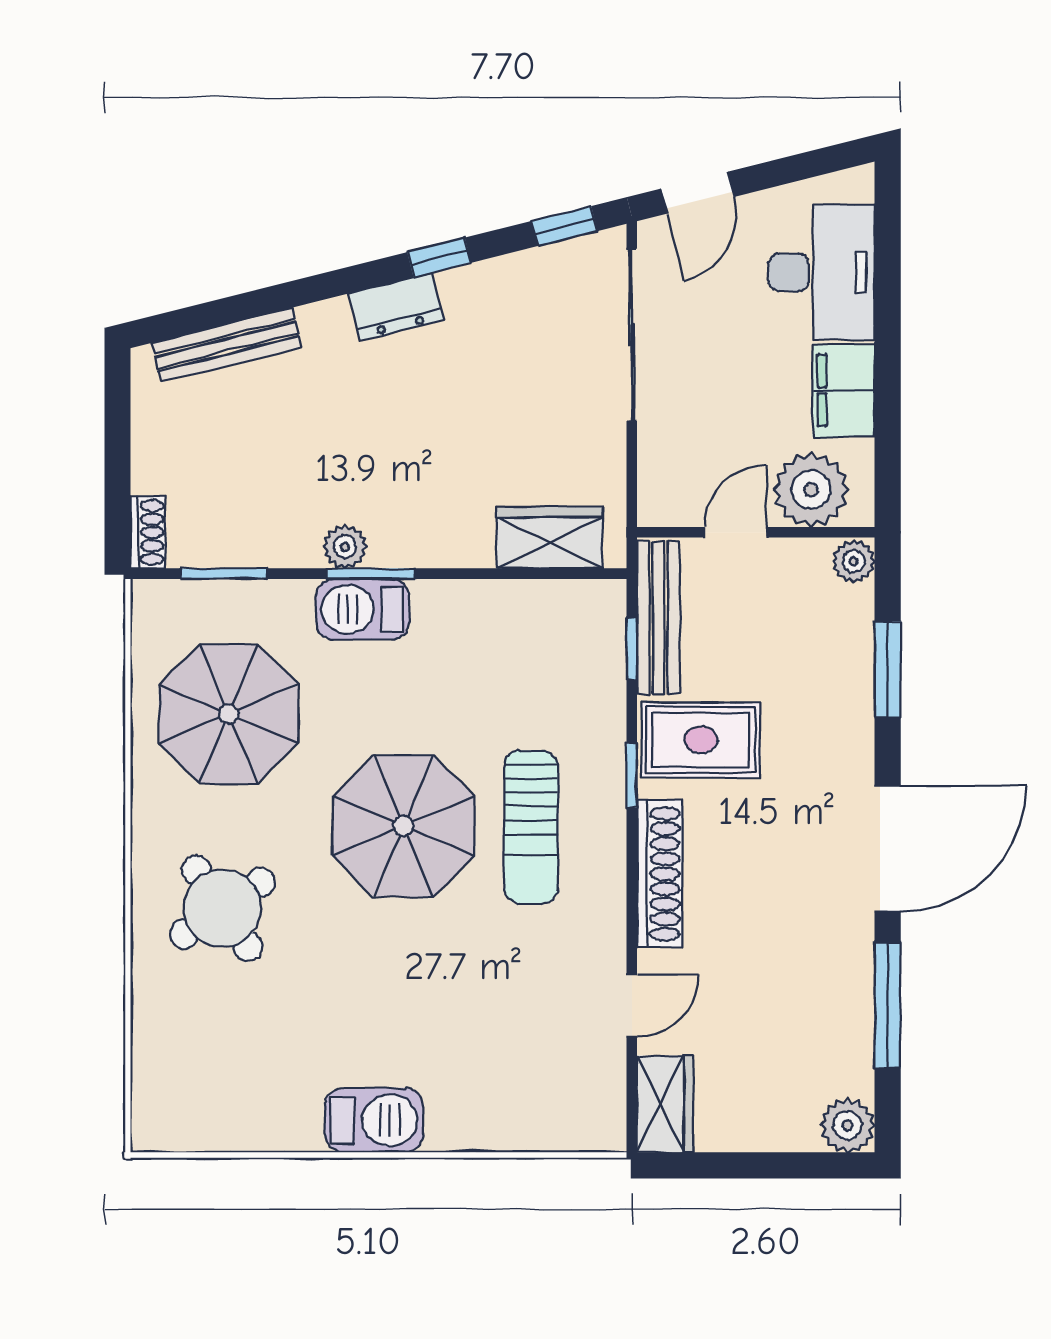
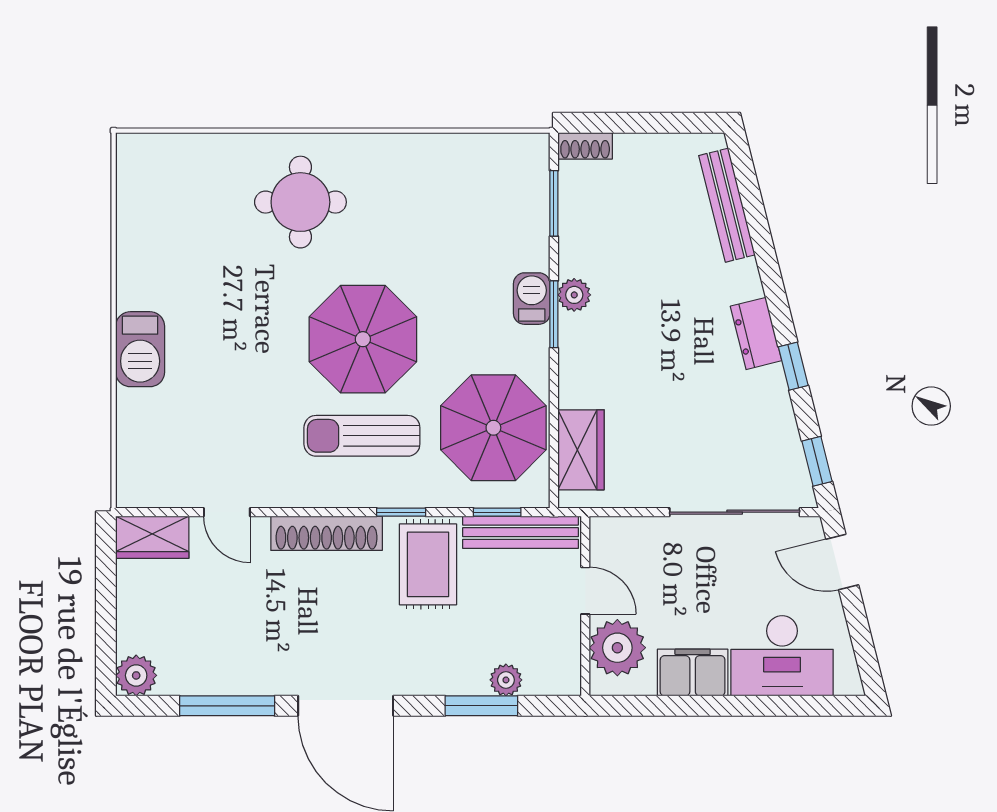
plant: (854, 561) -> (506, 680), moved
barbecue: (363, 609) -> (532, 299), width x0.73, depth x0.79
parasol: (229, 714) -> (493, 428), moved
round table: (222, 908) -> (300, 202), turned 34
barbecue: (374, 1120) -> (140, 349), moved

